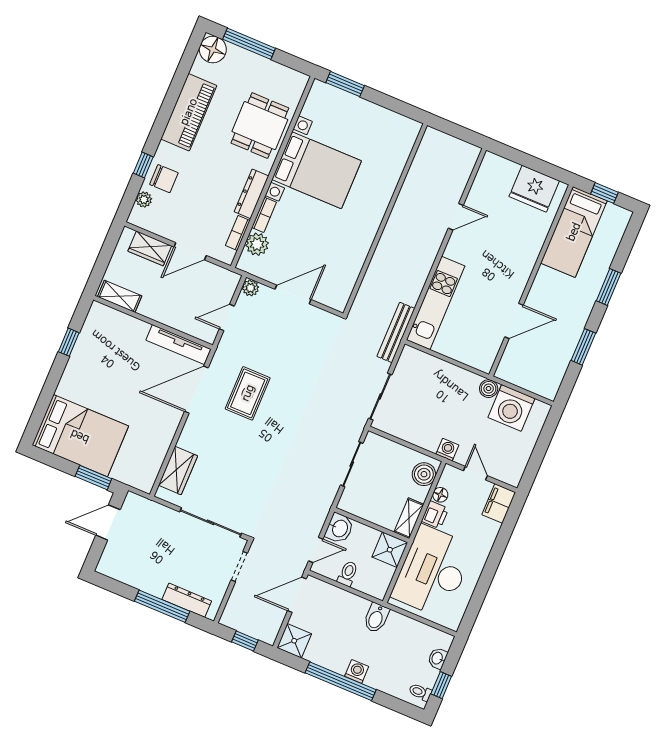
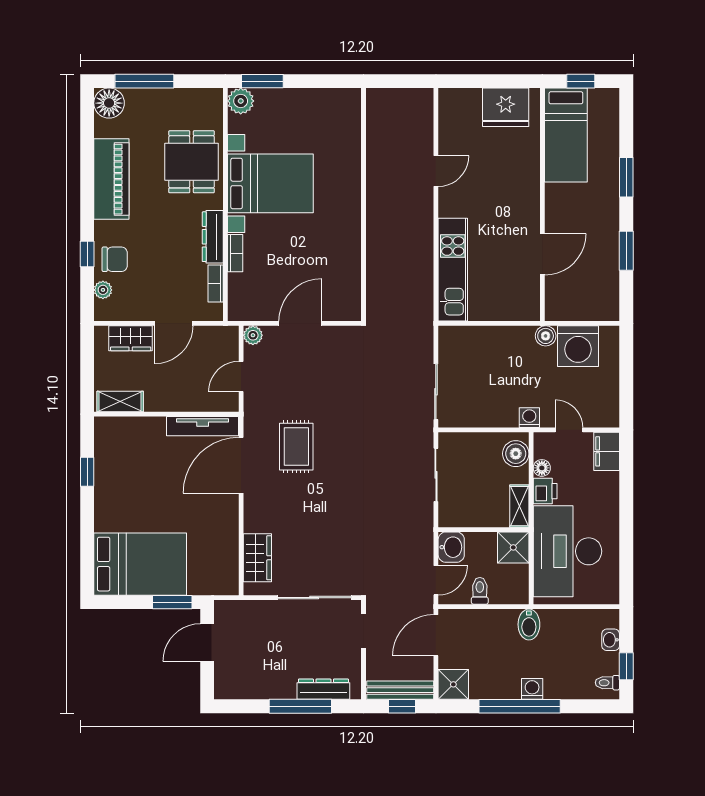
plant: (257, 244) -> (241, 101), moved
bench: (396, 332) -> (400, 690), moved, turned 90

